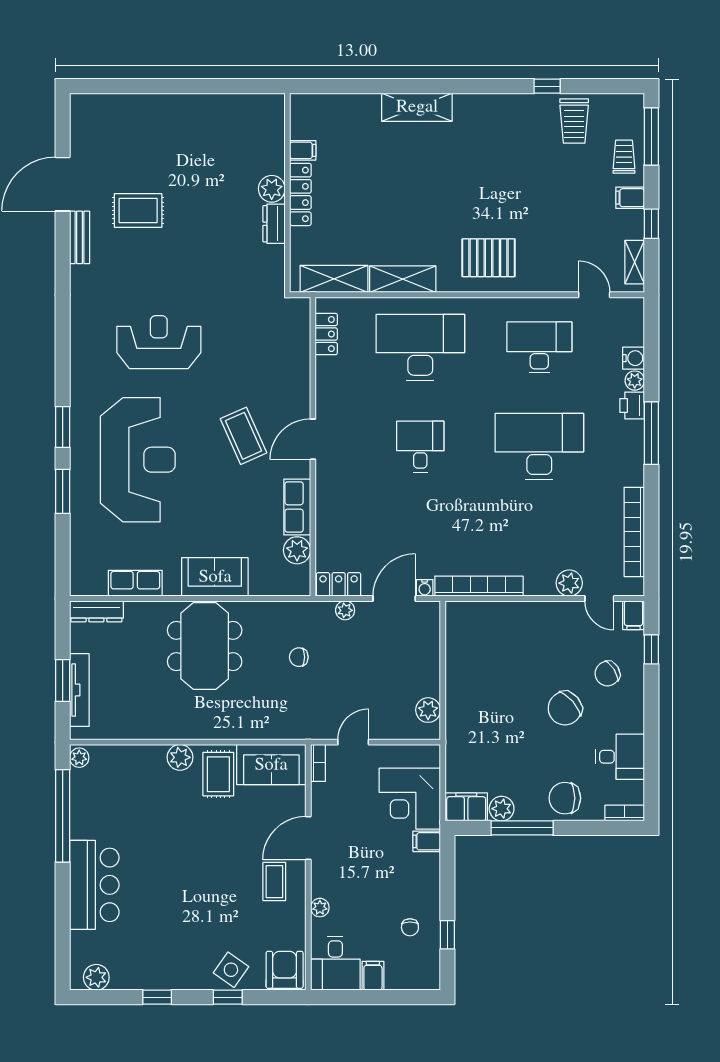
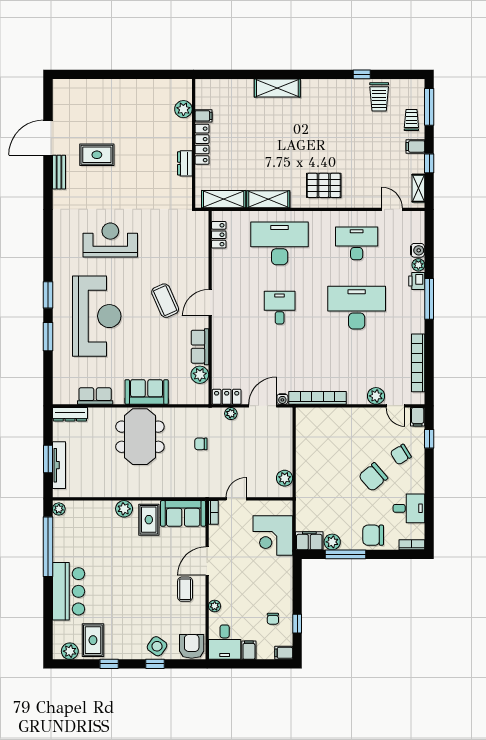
plant: (272, 189) -> (183, 109), moved
filing cabinet: (427, 841) -> (284, 653), moved
rug: (132, 960) -> (93, 640), added

